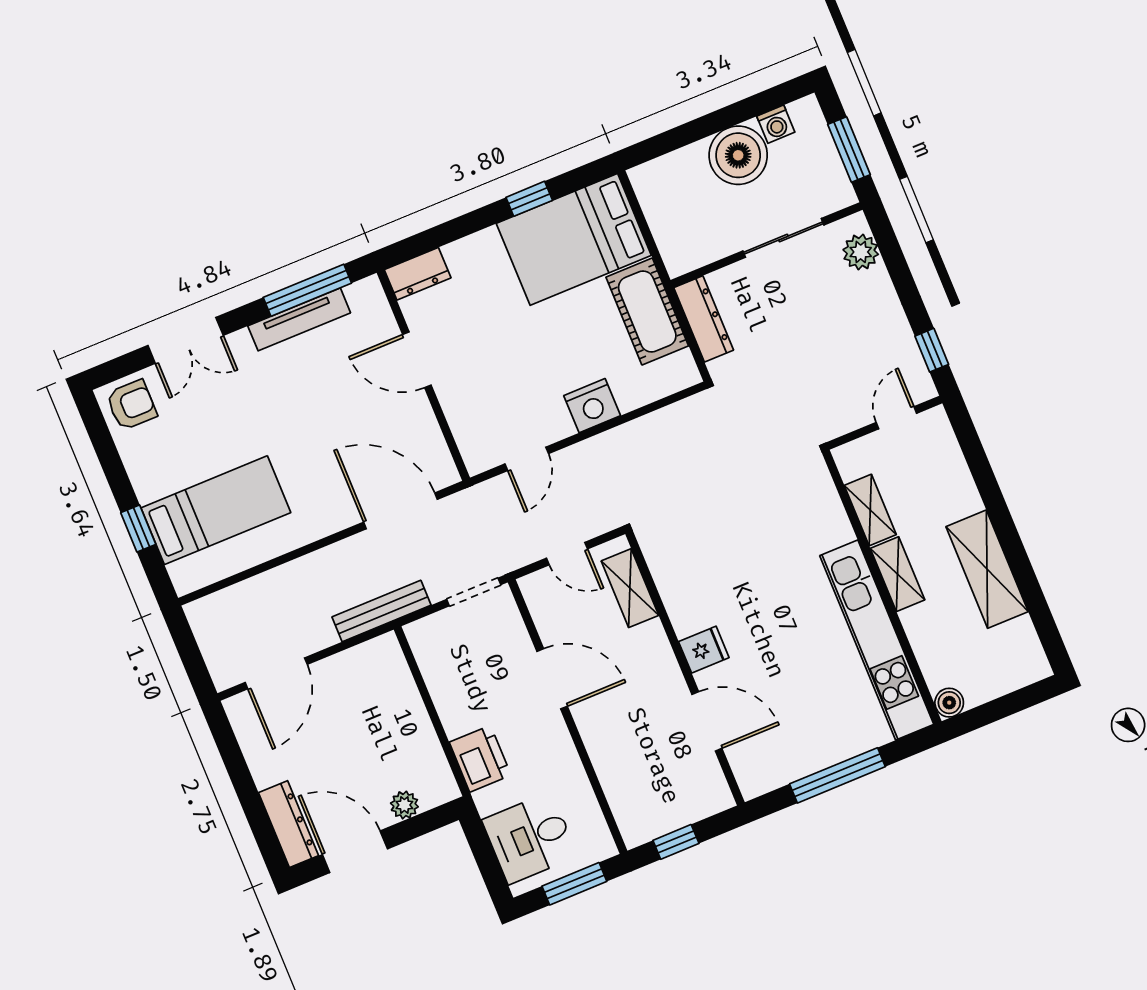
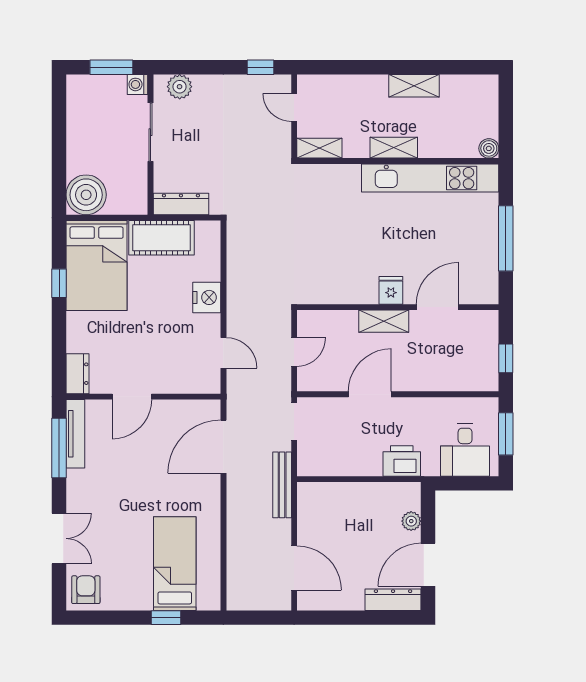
washing machine: (776, 124) -> (137, 84), moved, turned 180
boiler: (738, 155) -> (86, 195), moved
tv unit: (299, 319) -> (75, 434), moved
shelving: (870, 510) -> (319, 148), moved
shelving: (987, 569) -> (414, 86), width x0.67, depth x0.75
shelving: (630, 588) -> (384, 321), moved

